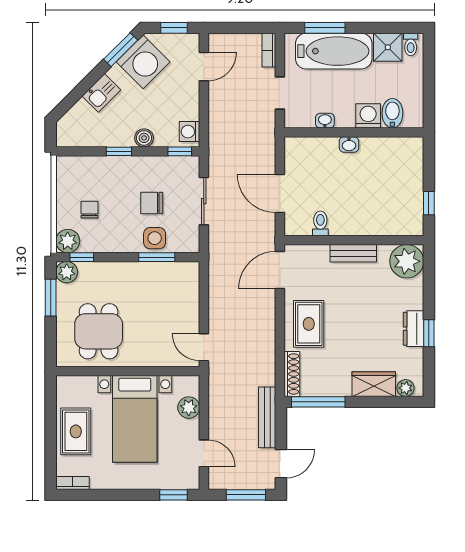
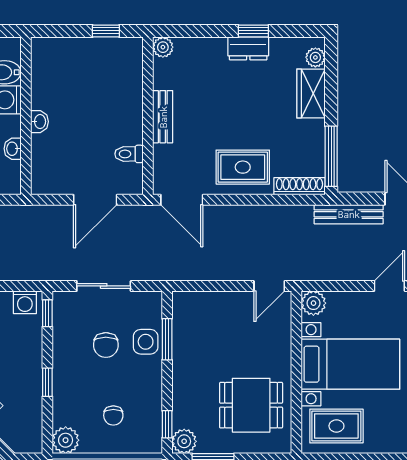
boiler: (144, 138) -> (32, 354), removed
chair: (89, 210) -> (113, 415), turned -90
plant: (68, 241) -> (66, 440), moved
plant: (407, 261) -> (163, 47), width x0.53, depth x0.53
plant: (189, 408) -> (313, 303), moved
rug: (76, 431) -> (336, 426), moved

